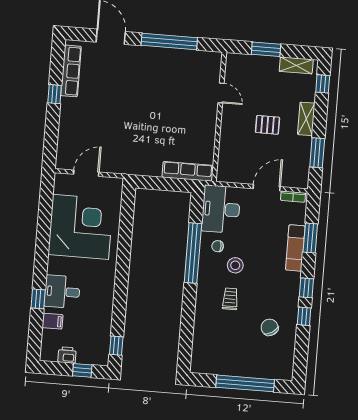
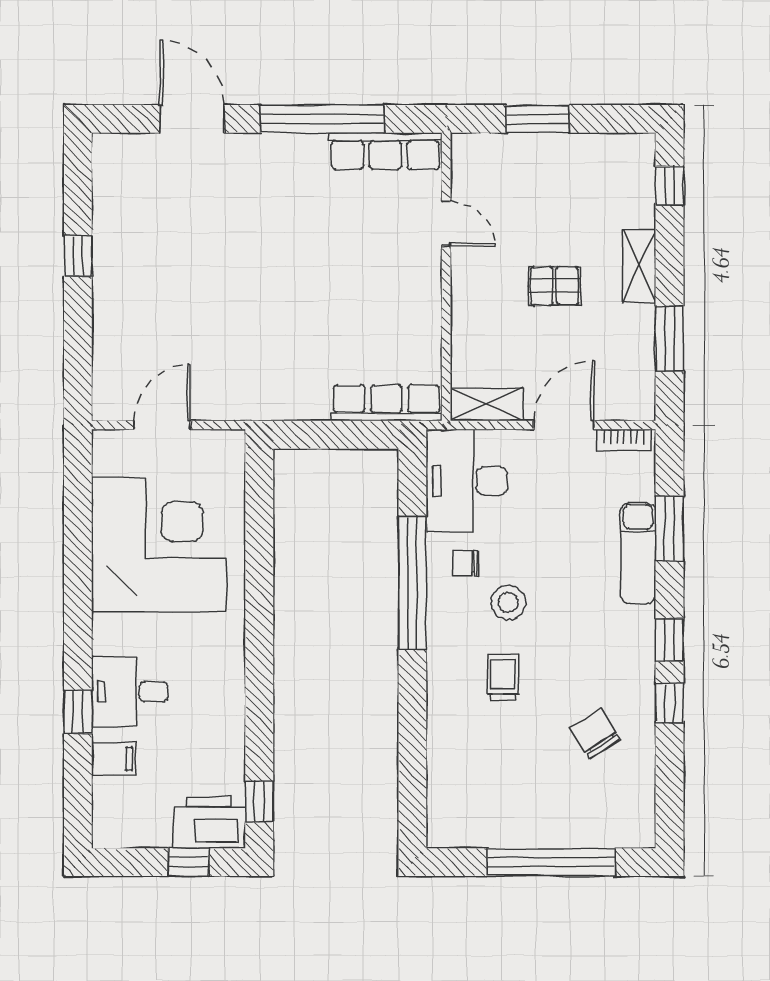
shelving: (296, 65) -> (487, 405), moved
row of seats: (71, 71) -> (385, 151), moved, turned 90
printer: (67, 355) -> (209, 822), moved, width x1.87, depth x1.48

